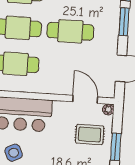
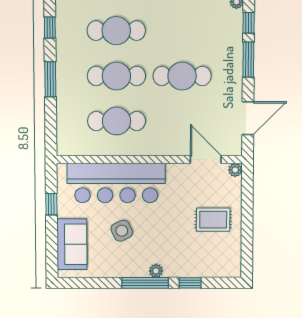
rug: (90, 134) -> (213, 220), moved
window: (116, 147) -> (247, 215), removed

